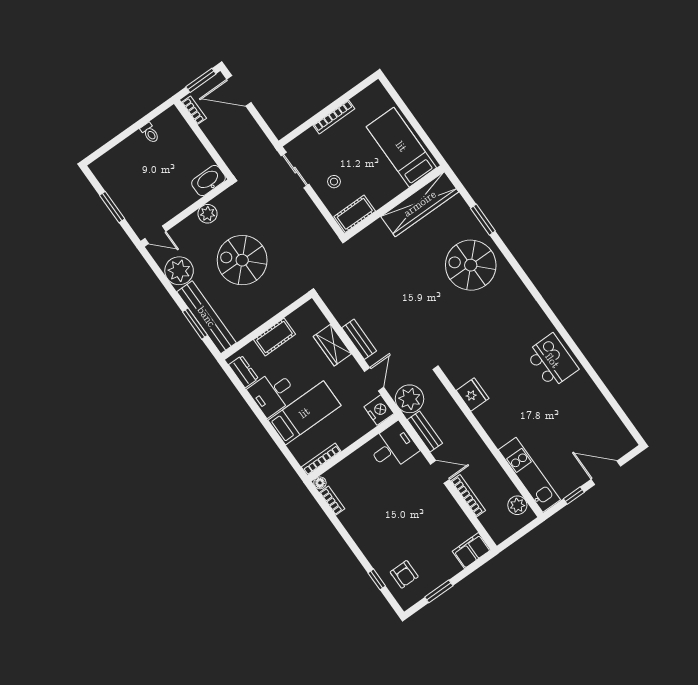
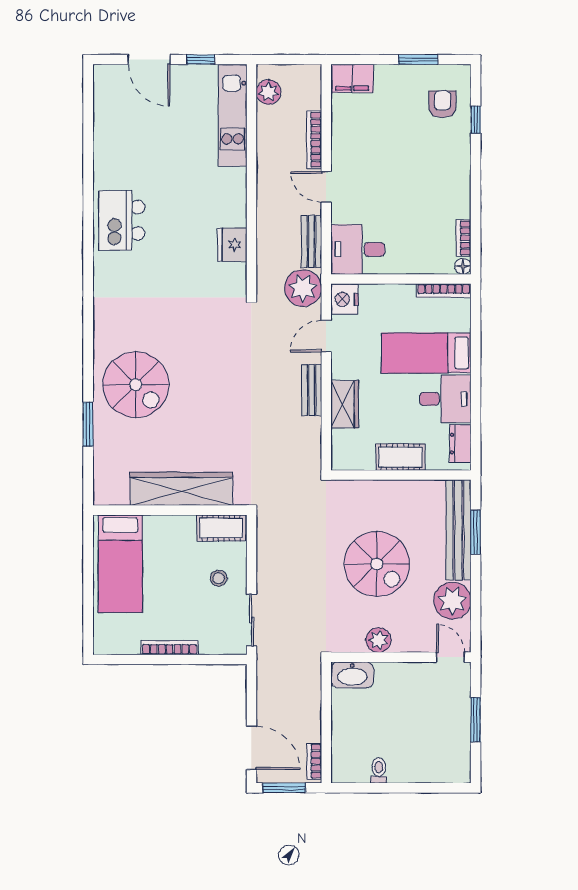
wardrobe: (420, 204) -> (181, 489), moved

